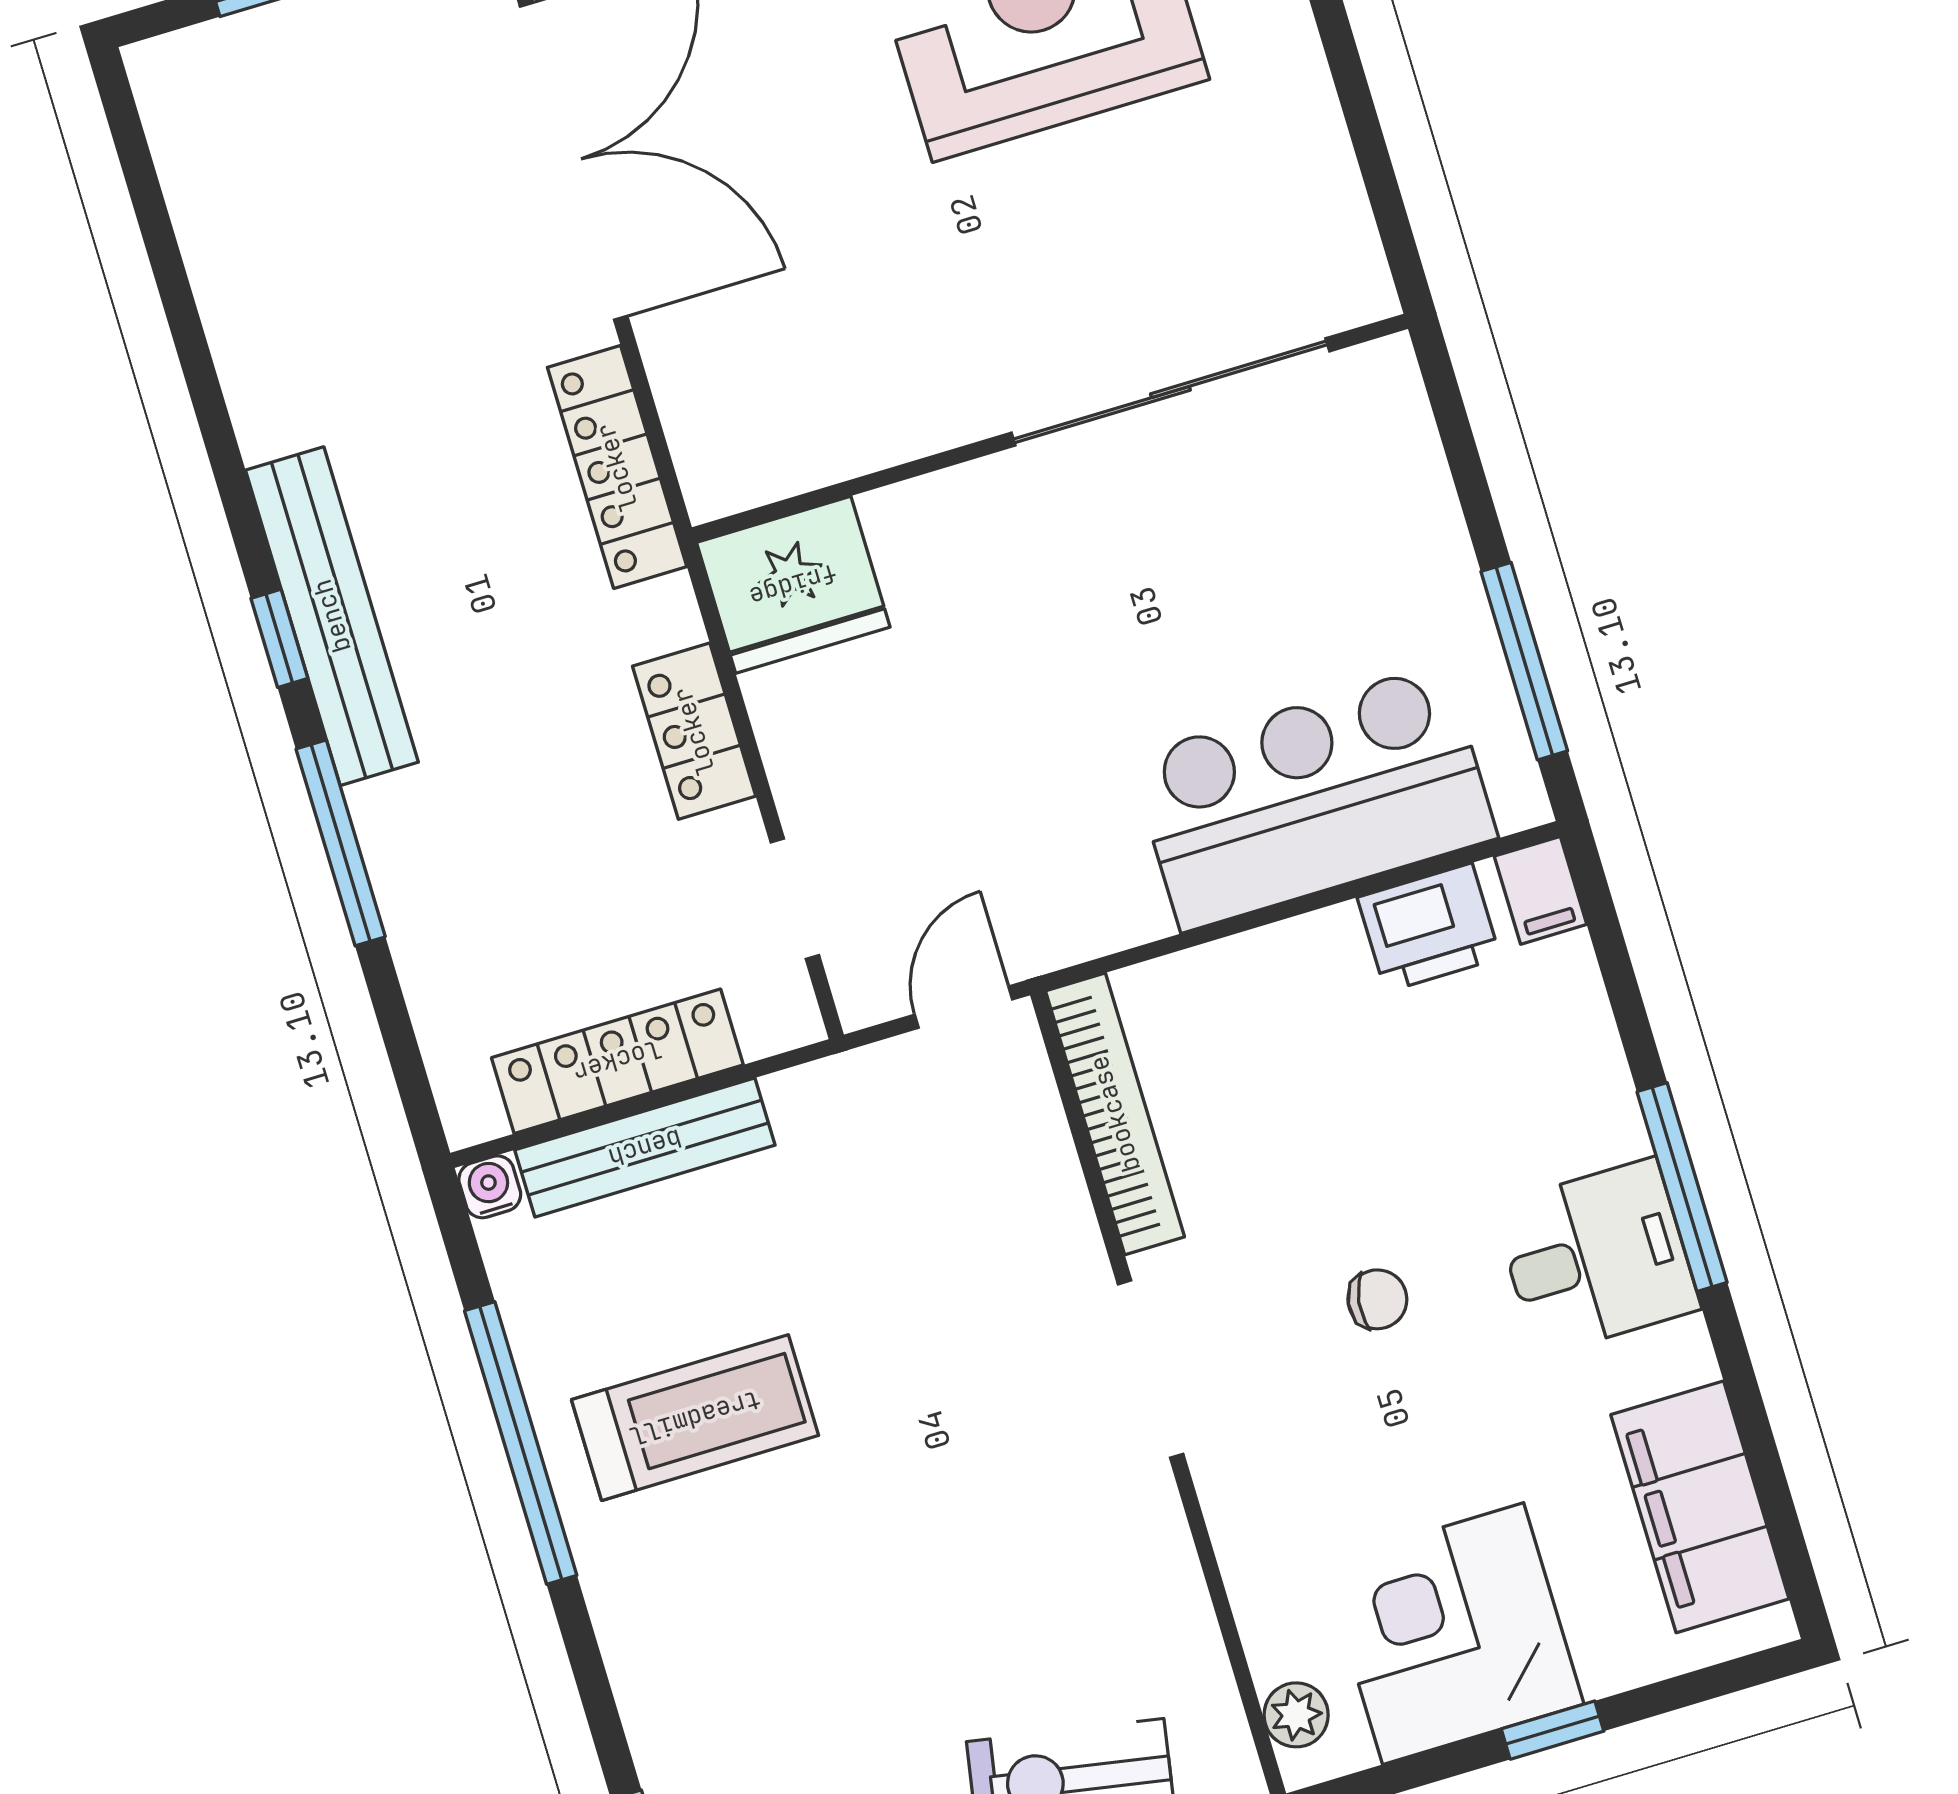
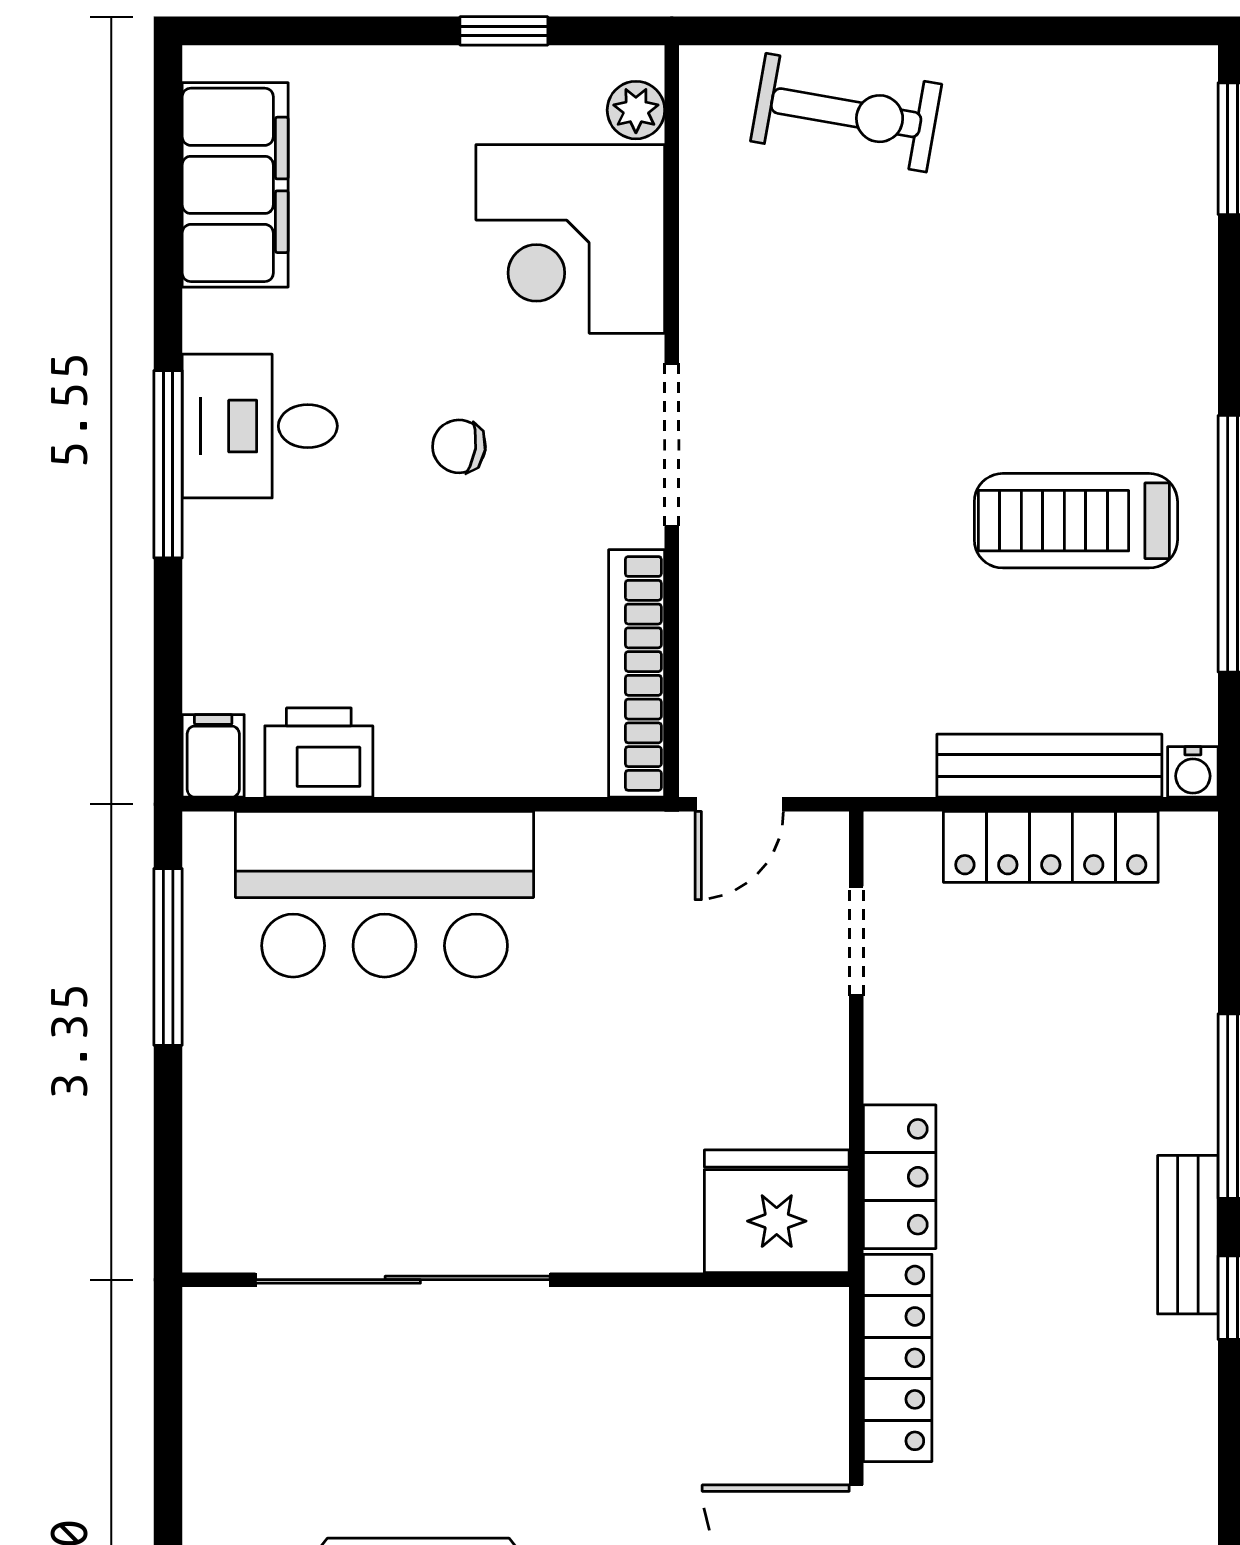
bench: (332, 616) -> (1188, 1235), width x0.54, depth x0.82
locker: (694, 731) -> (900, 1177), moved
corner desk: (1453, 1634) -> (570, 239), moved, turned 90
window: (1553, 1730) -> (504, 31), moved

